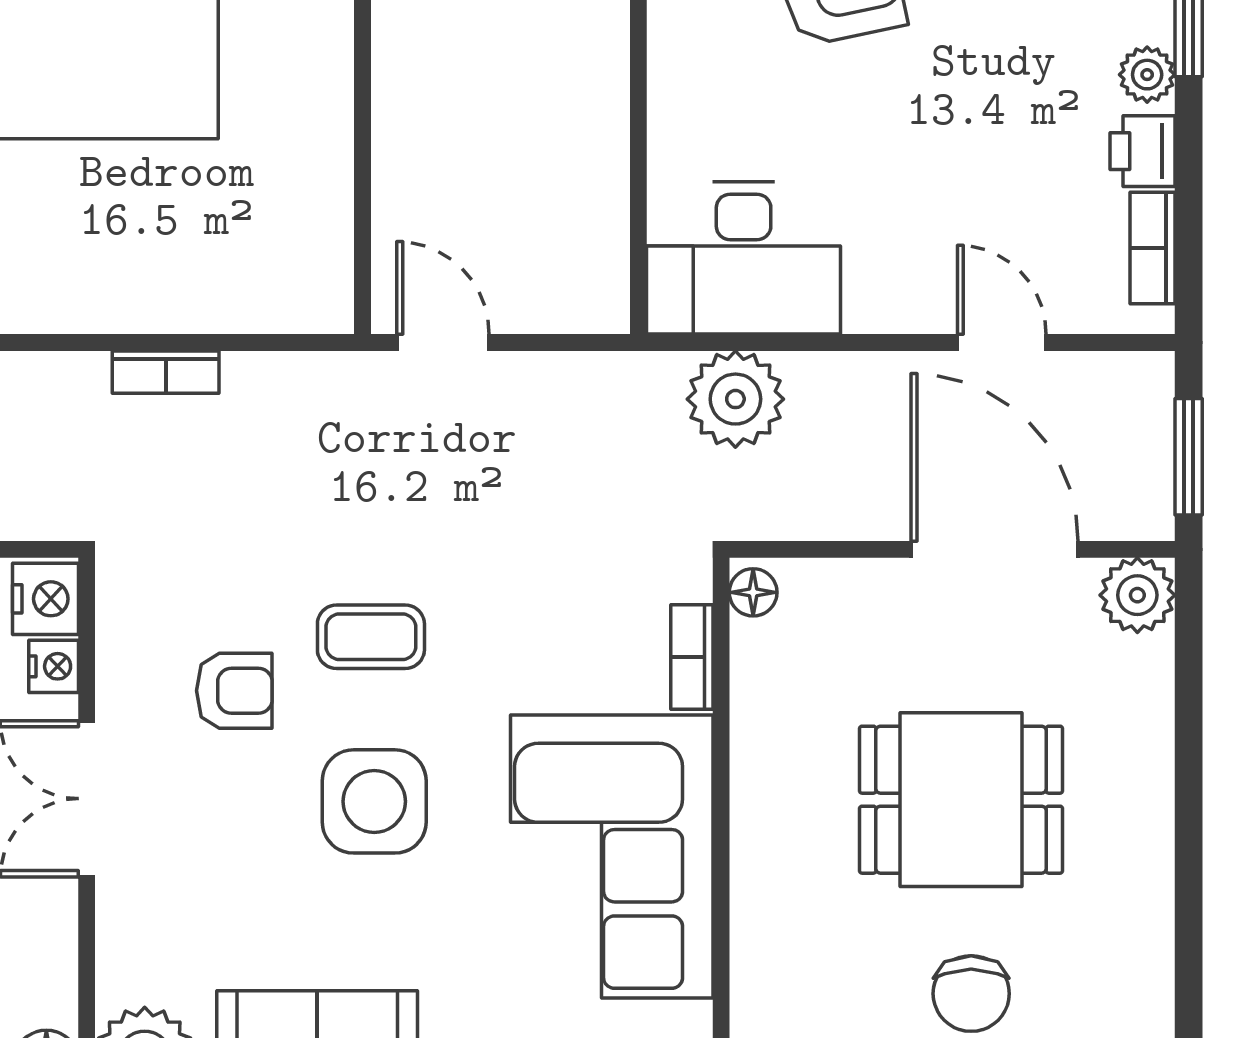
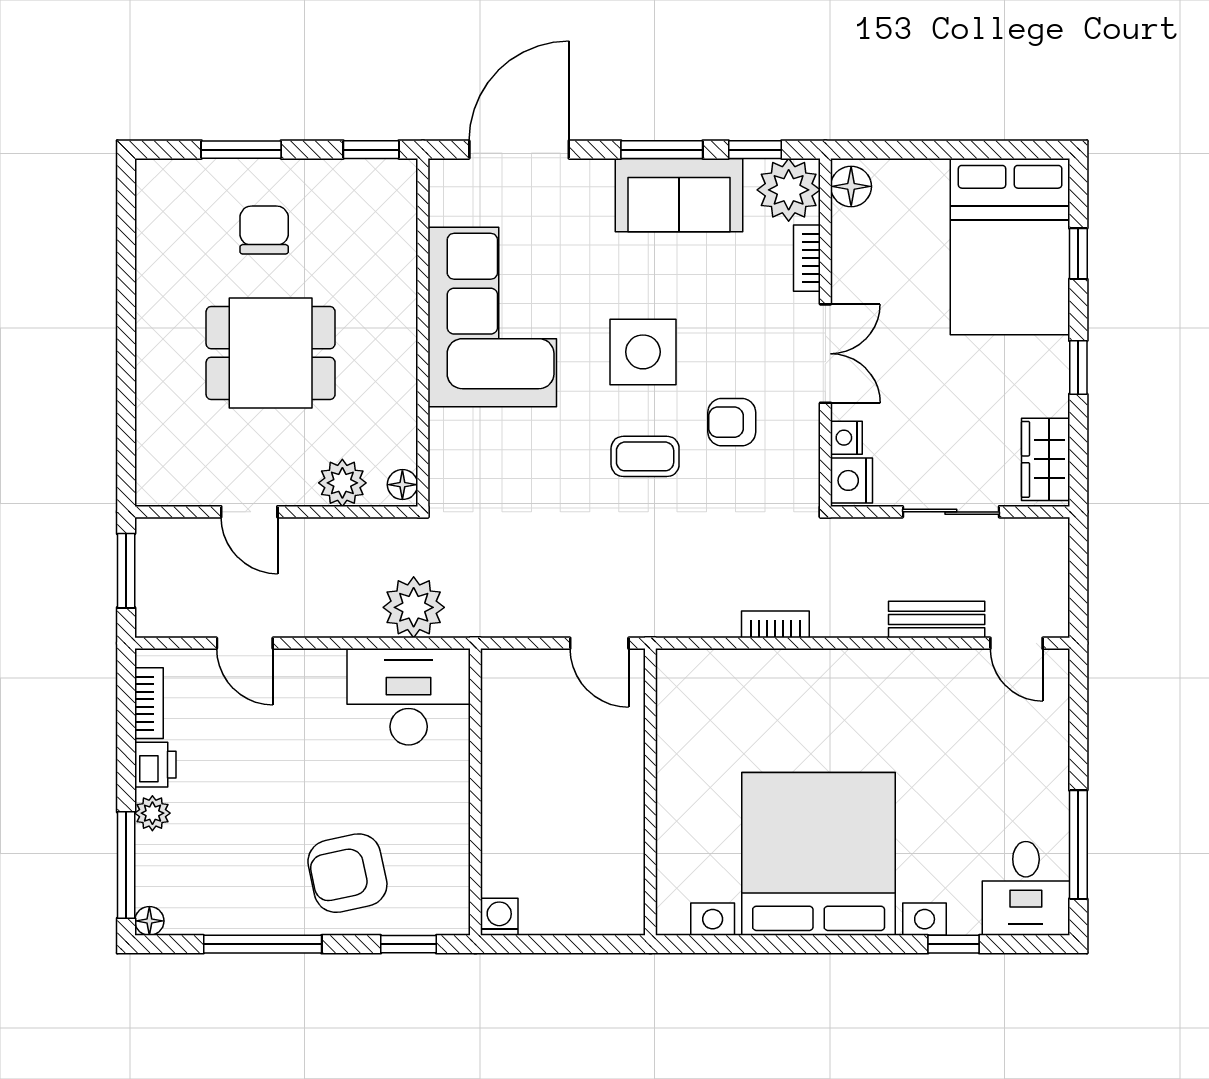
door: (995, 549) -> (249, 512), width x0.53
plant: (1137, 595) -> (342, 483), moved
bookcase: (692, 657) -> (807, 258), moved, turned 180

